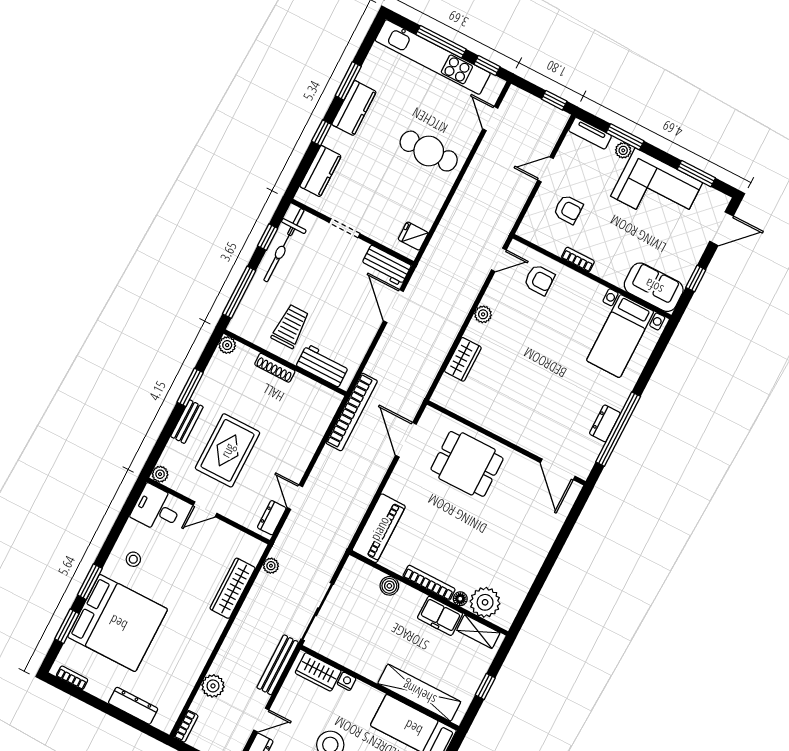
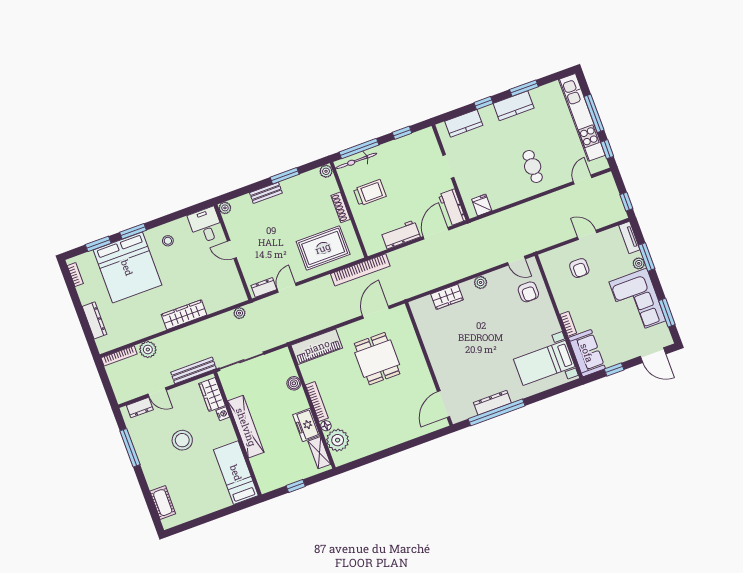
cafe table: (429, 151) -> (533, 167), width x0.73, depth x0.74
bicycle: (284, 245) -> (356, 161), moved, width x0.73, depth x0.71
bookcase: (578, 259) -> (568, 324), moved
workbench: (323, 365) -> (401, 234), moved, turned -90
dresser: (605, 423) -> (492, 403), width x1.44
rug: (227, 450) -> (323, 248), moved
dining table: (467, 464) -> (377, 359), moved
wardrobe: (233, 588) -> (184, 315), moved
shelving: (419, 693) -> (246, 427), moved
bookcase: (186, 726) -> (119, 356), width x1.56

